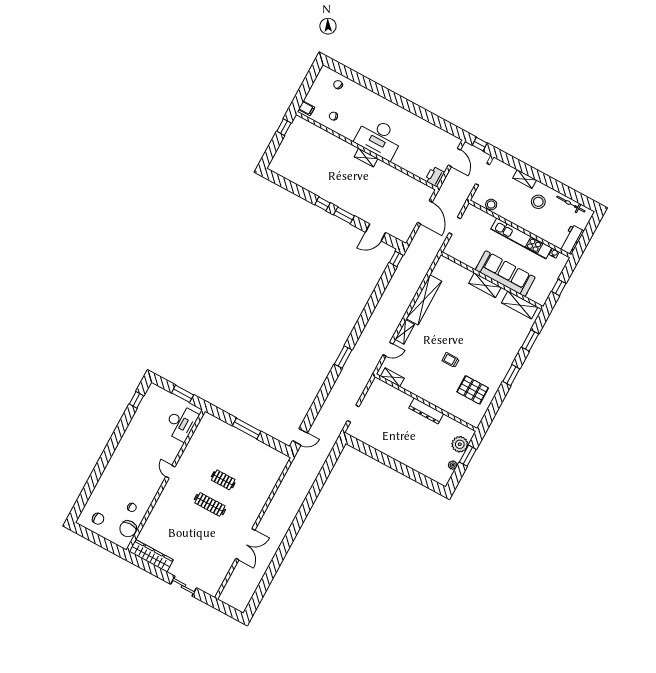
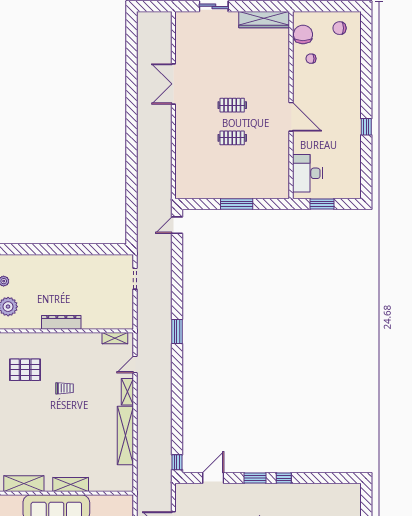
window: (136, 400) -> (366, 127), moved
door: (170, 472) -> (291, 117), width x1.88
clothes rail: (210, 504) -> (232, 105), width x0.73

